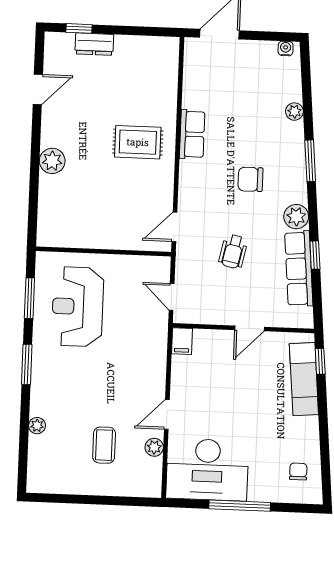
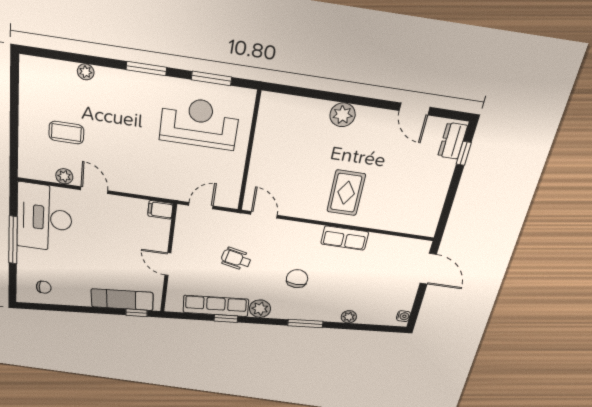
dresser: (94, 44) -> (453, 141), moved

